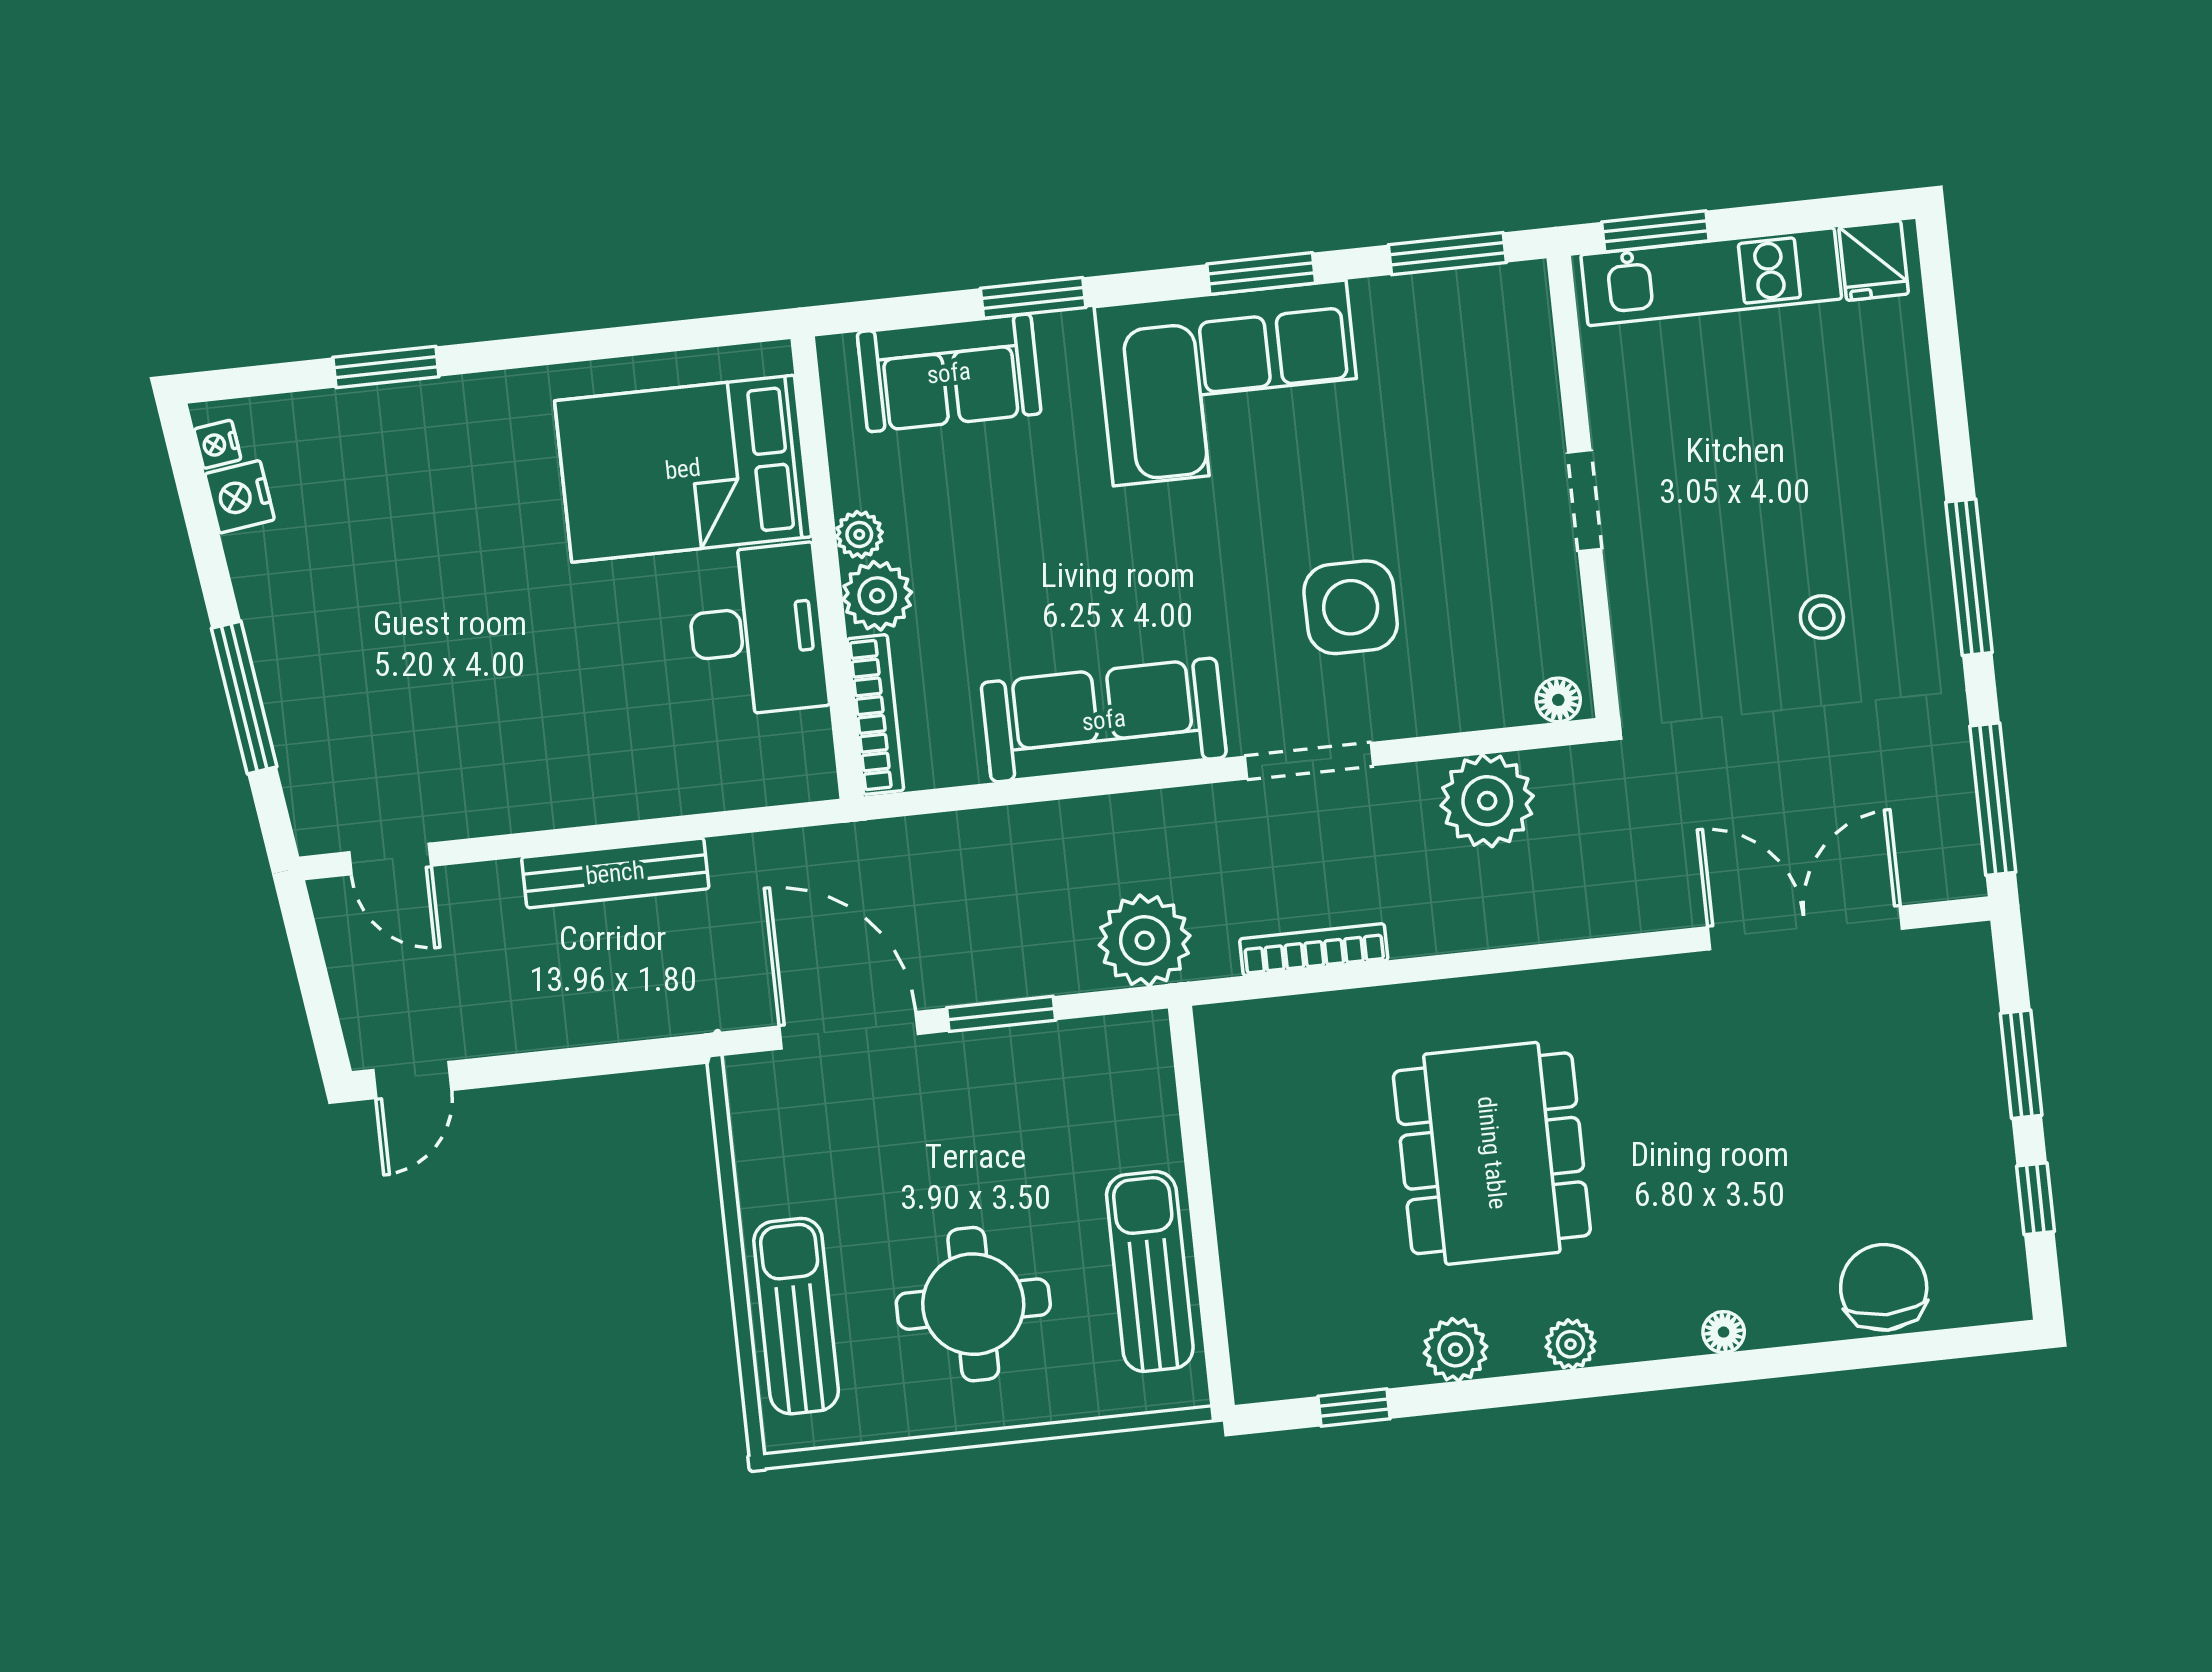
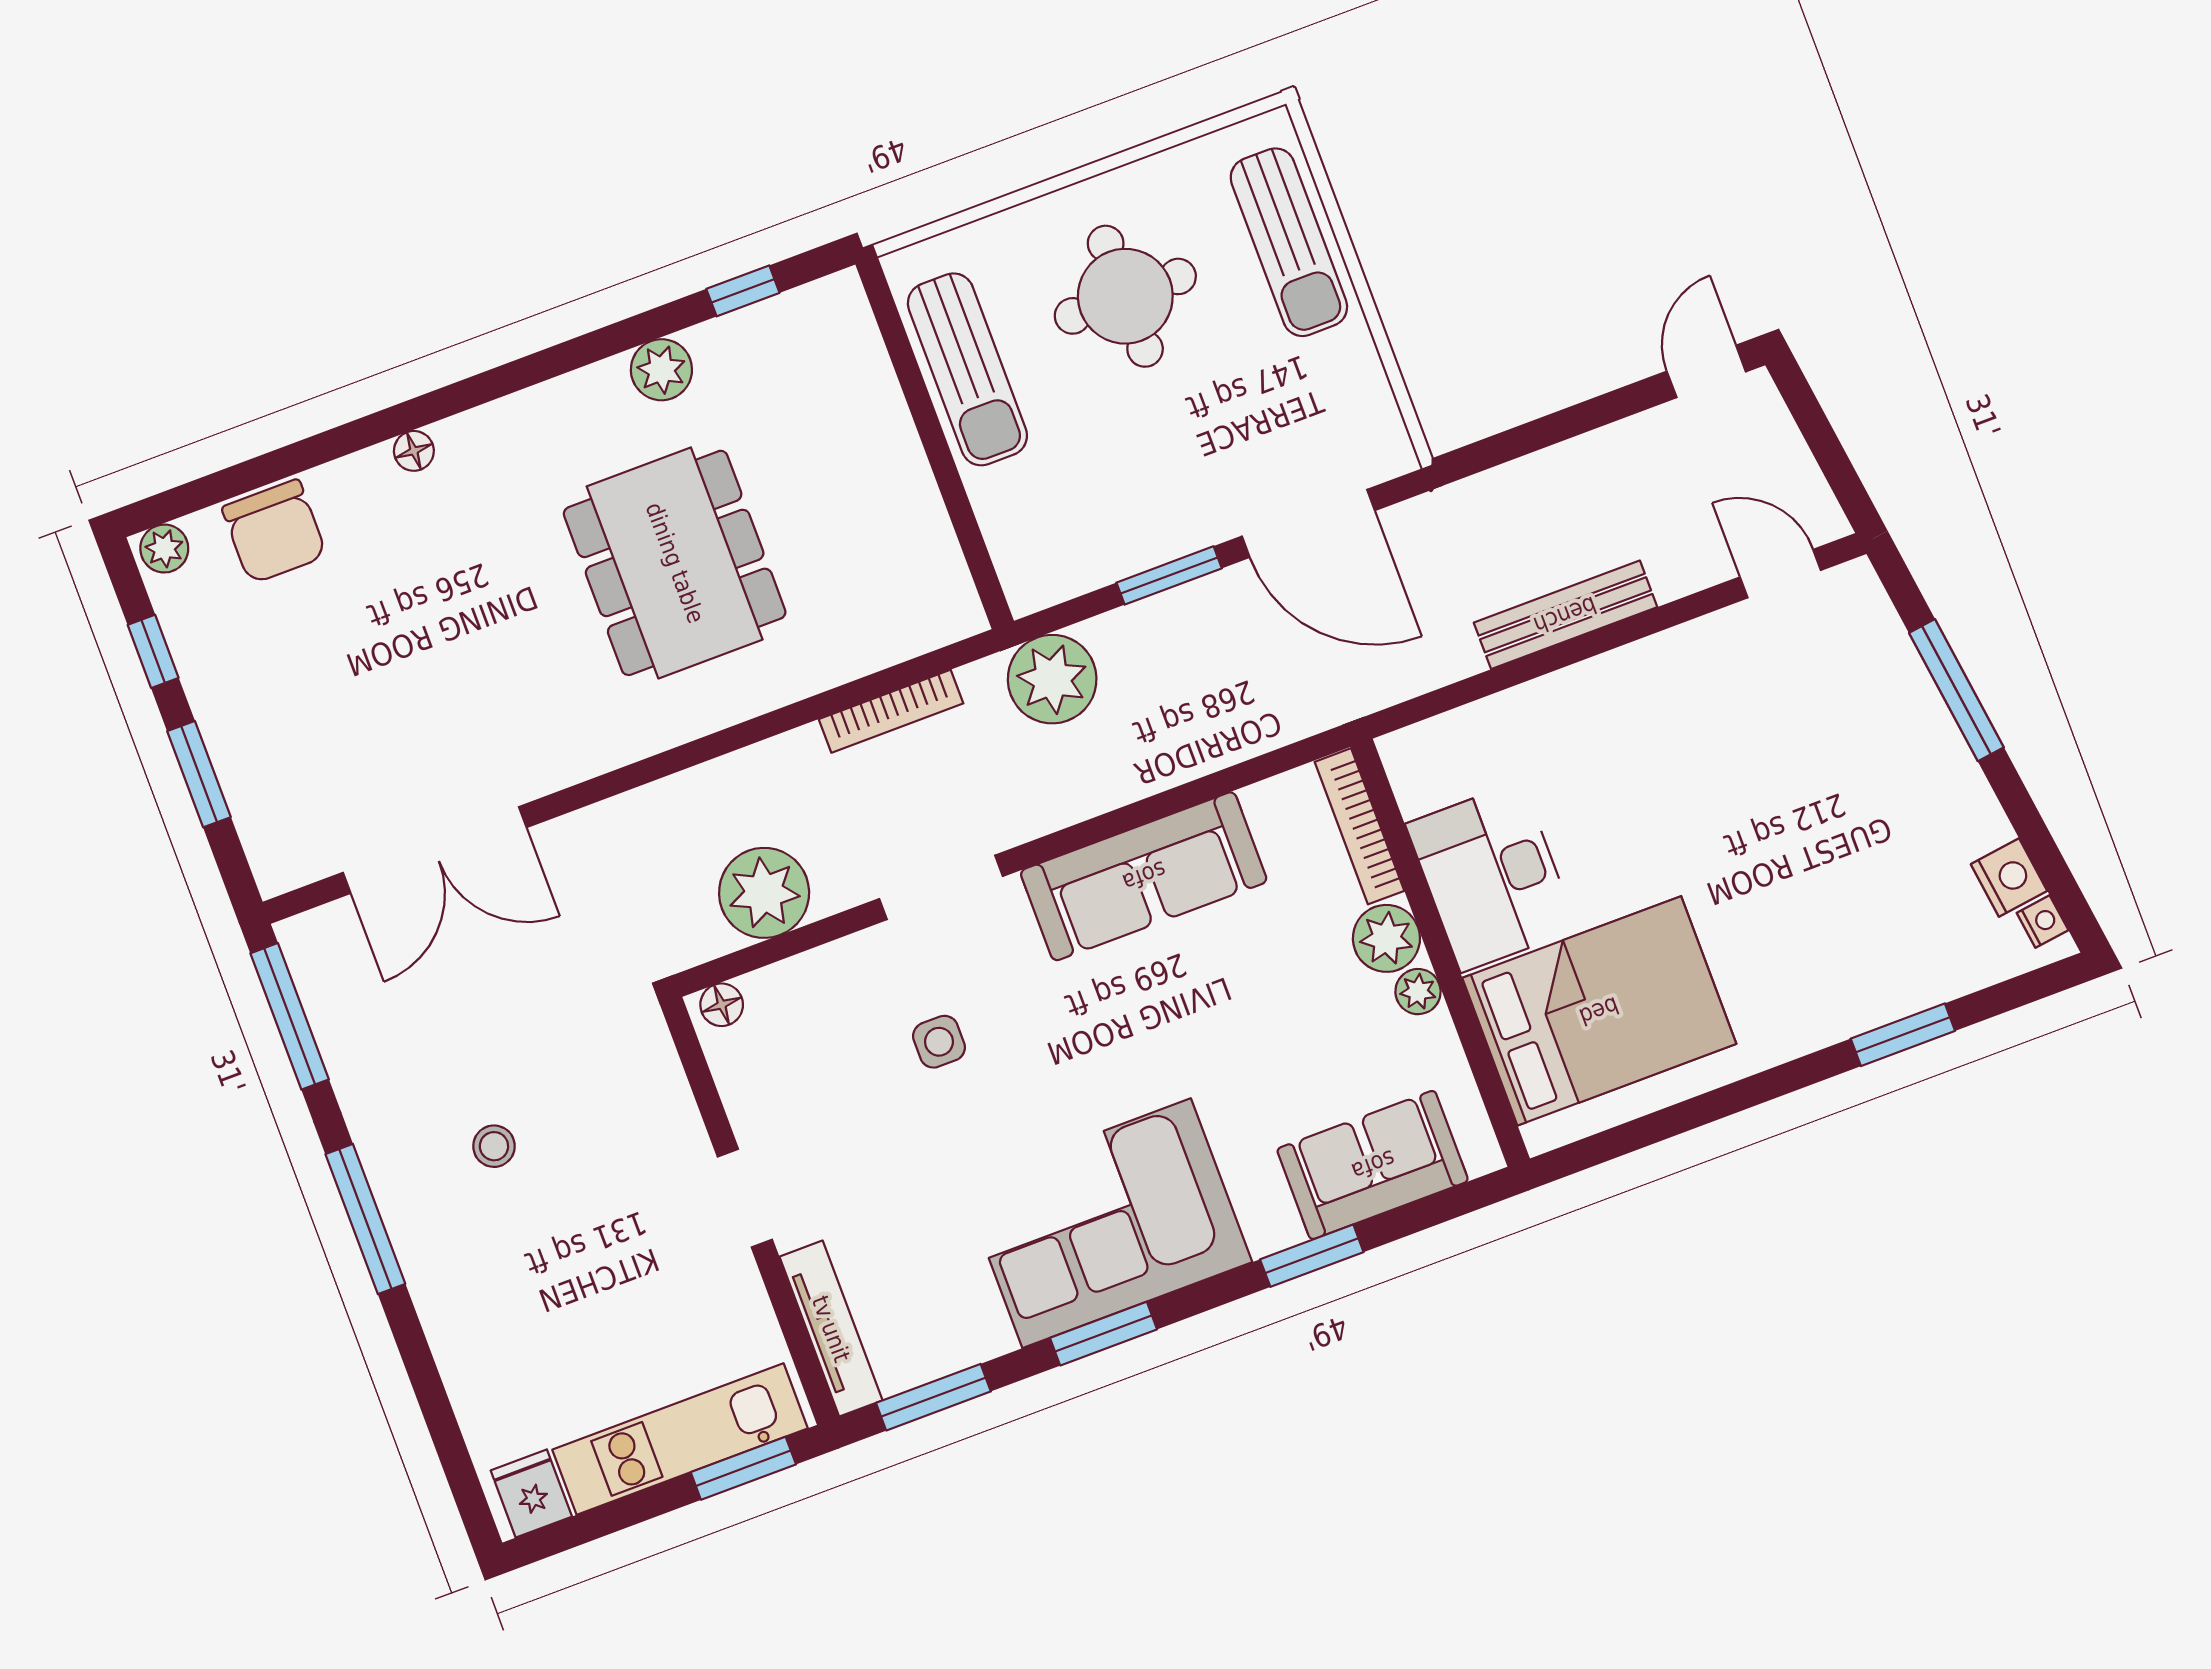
tv unit: (1532, 348) -> (831, 1329), added
side table: (1351, 607) -> (939, 1042), width x0.54, depth x0.54
plant: (1570, 1344) -> (164, 549), moved

